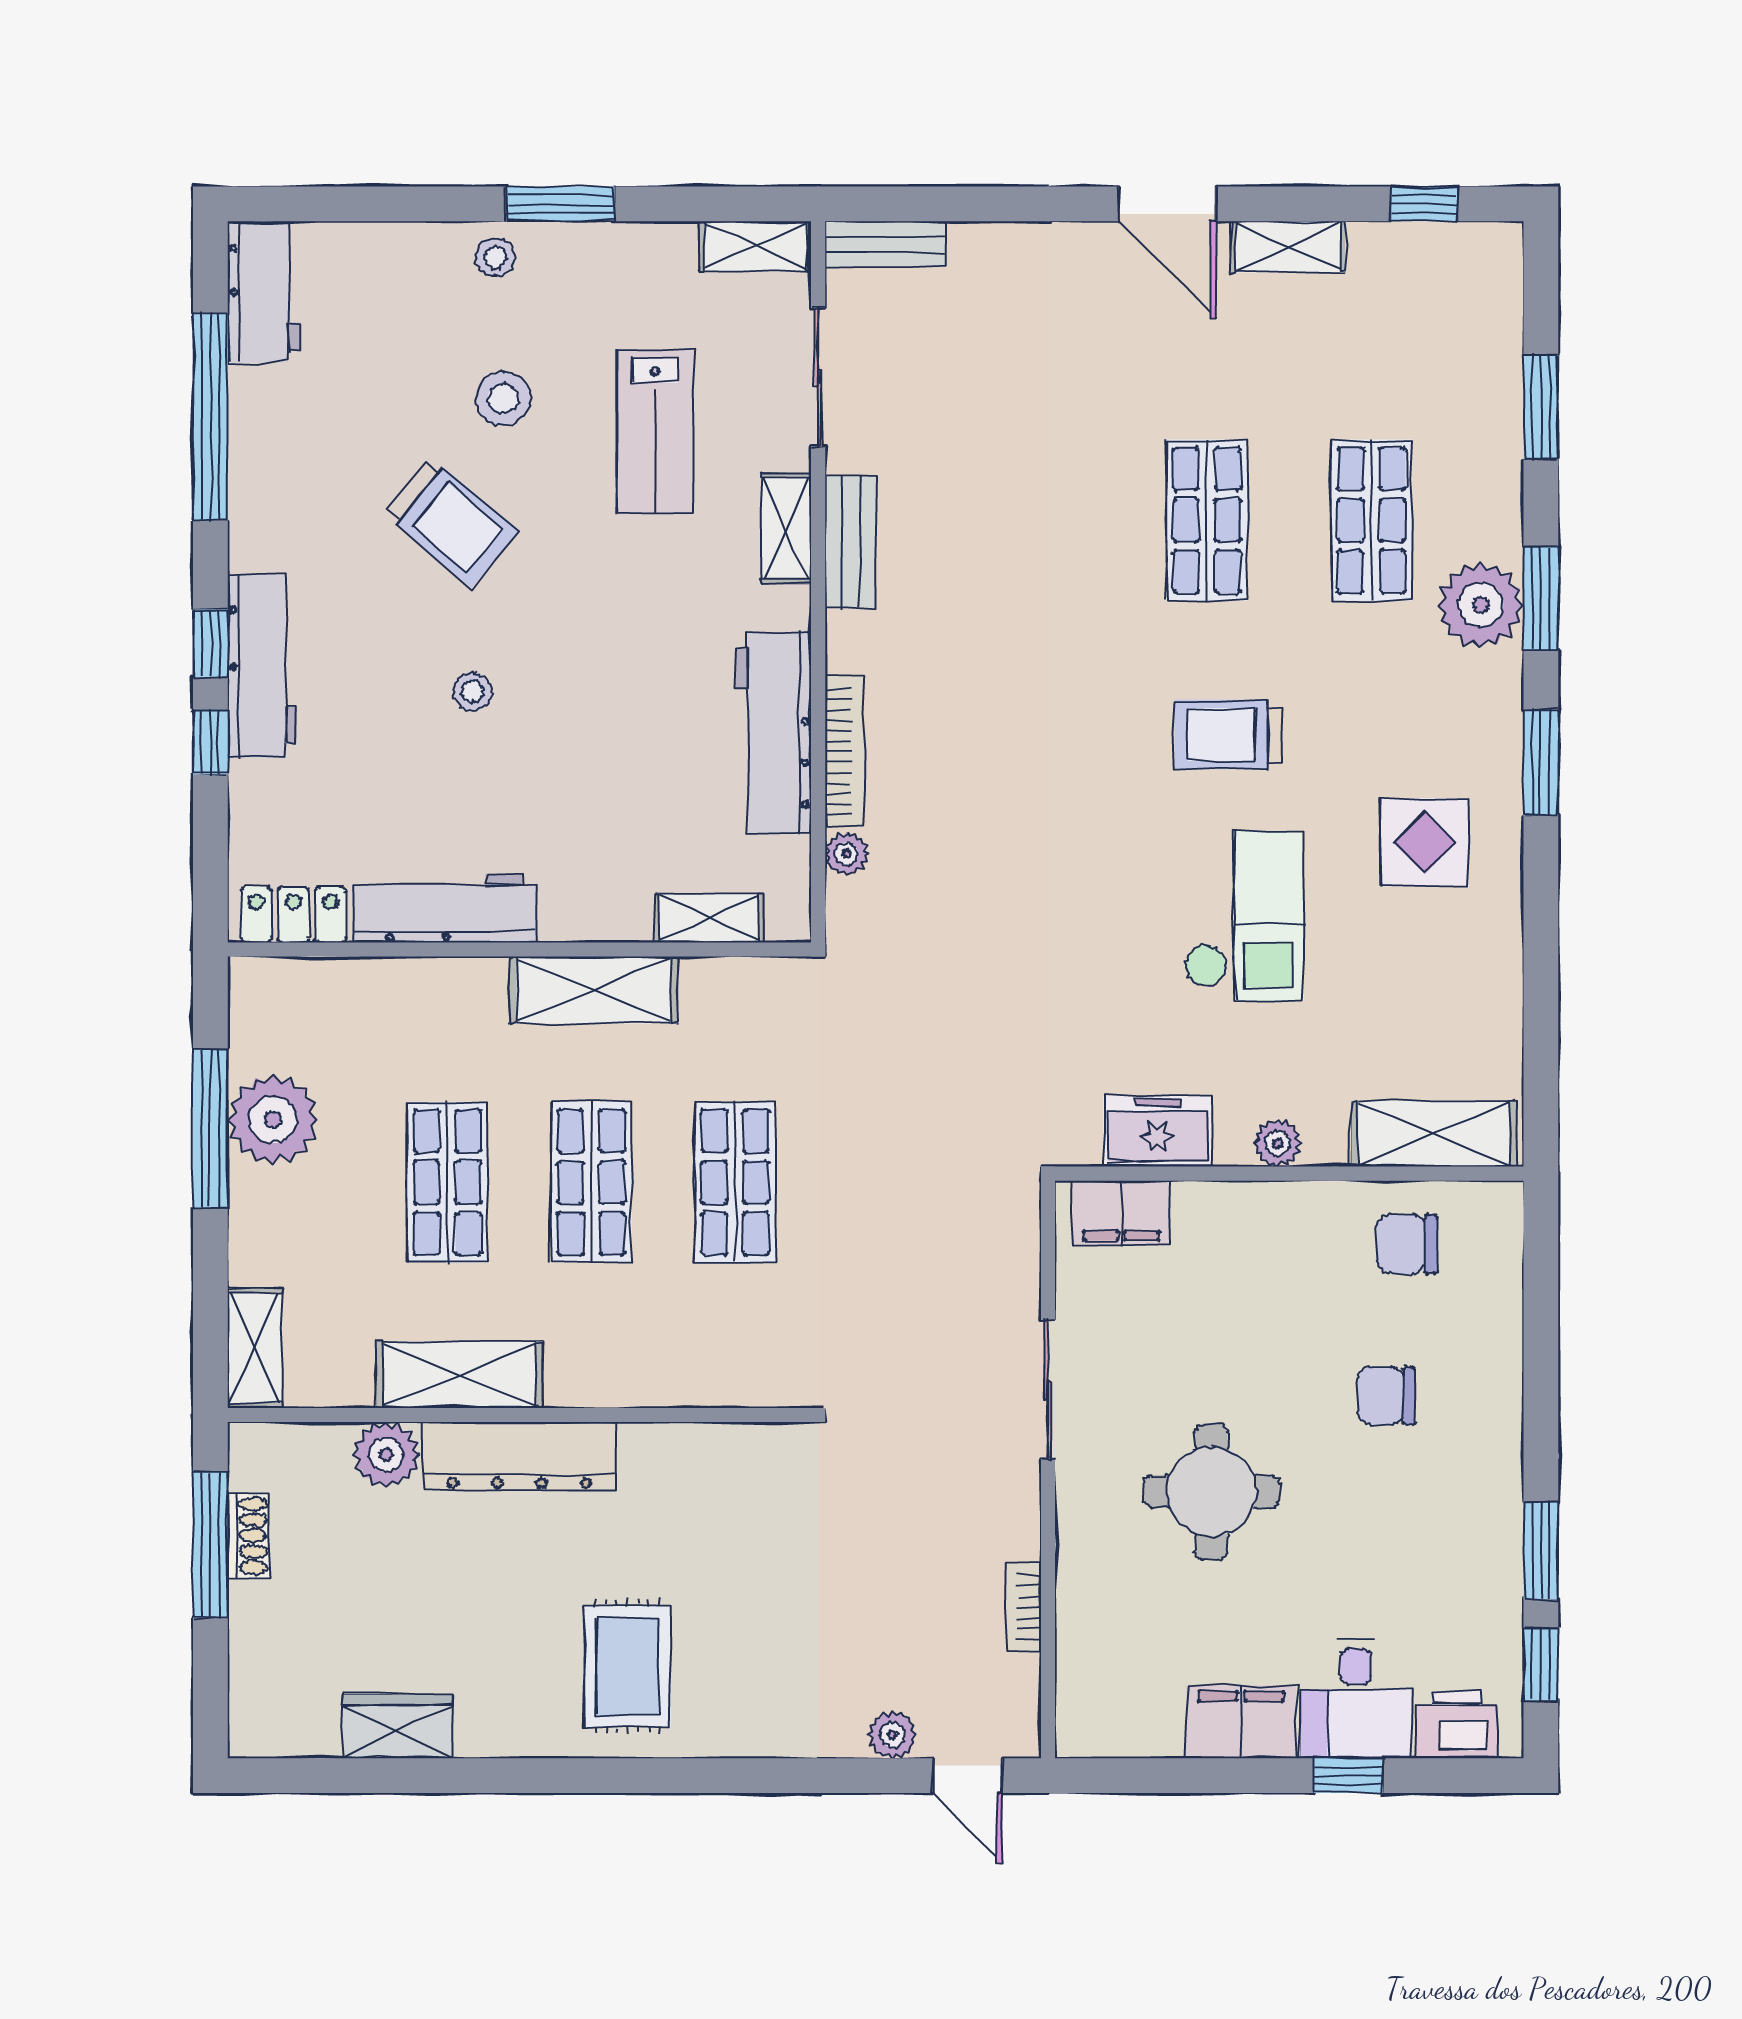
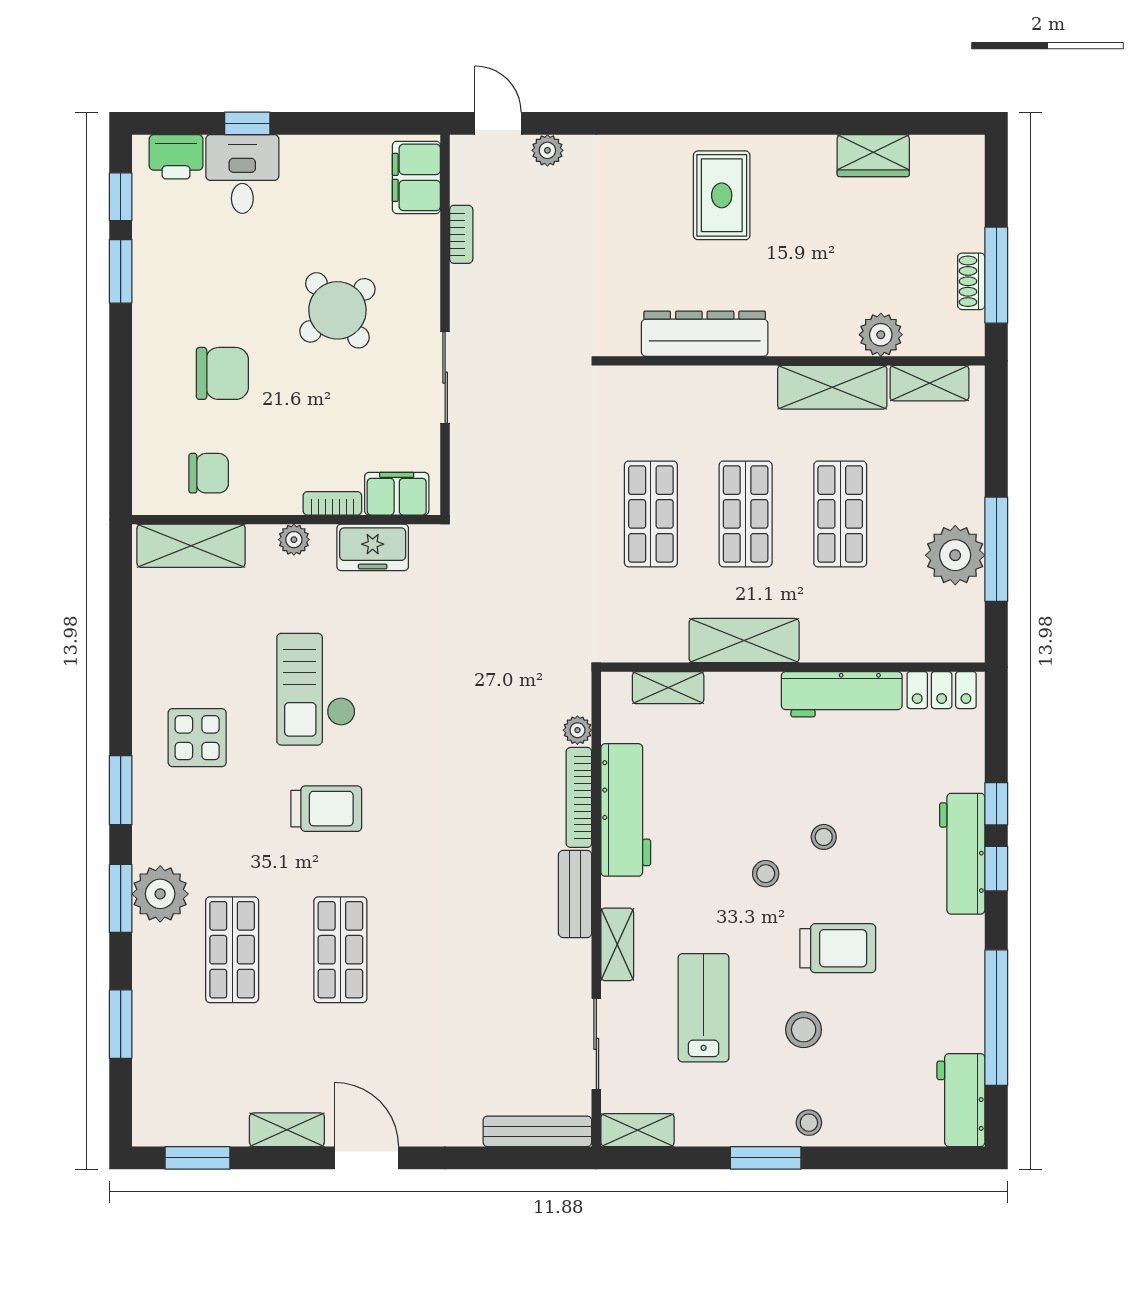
window: (1424, 204) -> (197, 1158), width x1.50
bench: (886, 244) -> (537, 1131), width x1.36
trolley: (451, 522) -> (838, 948), turned 140
bench: (850, 542) -> (575, 894), moved
stool: (561, 636) -> (766, 874), added
bookcase: (1219, 1198) -> (332, 503), added
shelving: (255, 1348) -> (929, 383), moved, turned 90
chair: (1386, 1396) -> (222, 373), width x1.37, depth x1.37
dresser: (519, 1456) -> (705, 334), moved
round table: (1211, 1492) -> (337, 310), turned -38
filing cabinet: (1241, 1722) -> (416, 177), moved, turned 90

